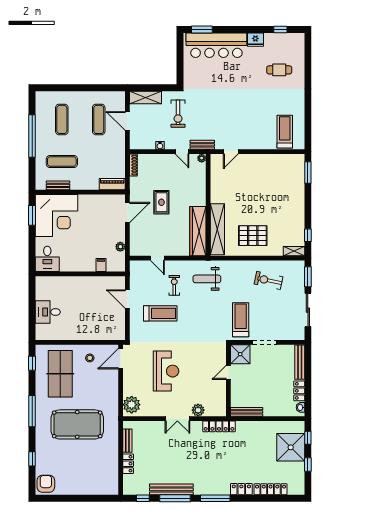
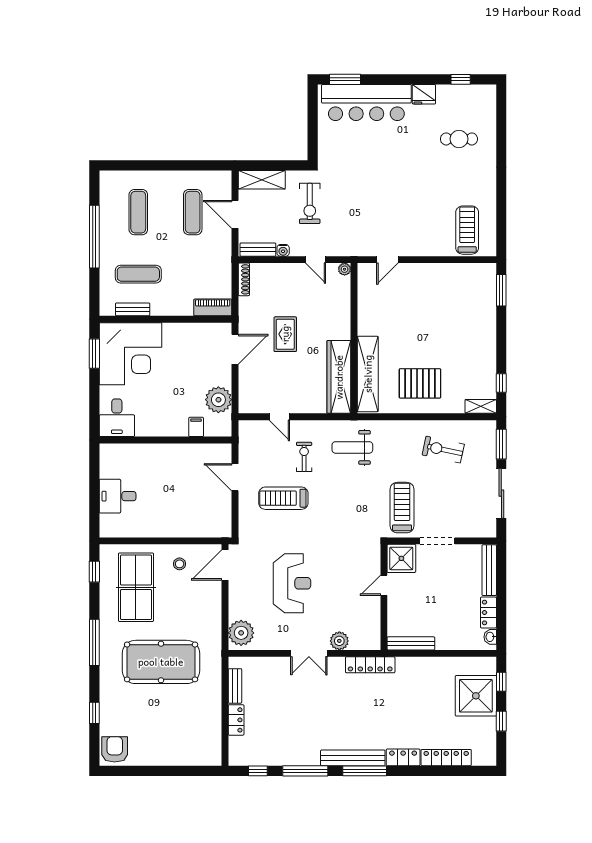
bench: (202, 145) -> (258, 250), moved
plant: (120, 247) -> (218, 400), width x1.87, depth x1.87
treadmill: (160, 313) -> (283, 498), turned 180
bench: (171, 489) -> (353, 758), moved

